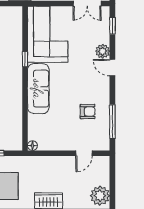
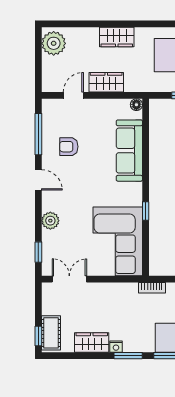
door: (112, 68) -> (38, 180), moved
sofa: (38, 89) -> (129, 151), moved
wardrobe: (57, 164) -> (106, 82), added

